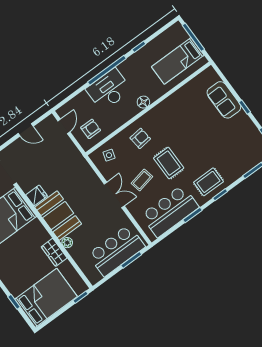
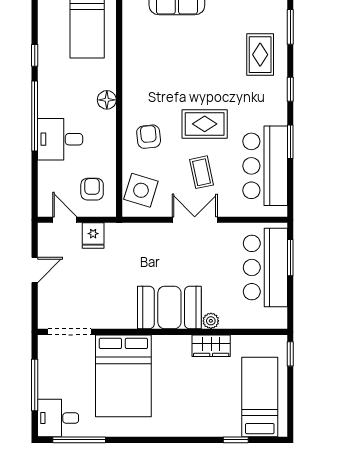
desk: (109, 90) -> (60, 139), width x0.73
side table: (109, 155) -> (141, 190), width x1.87, depth x1.87
rug: (208, 182) -> (260, 55), moved
fridge: (37, 196) -> (93, 236), moved, turned 180
bed: (46, 298) -> (260, 397), width x0.67

